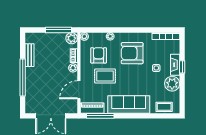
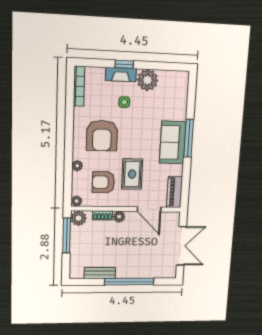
sofa: (129, 104) -> (173, 142), width x0.73
coffee table: (164, 107) -> (179, 93), removed
window: (100, 116) -> (189, 138), moved

